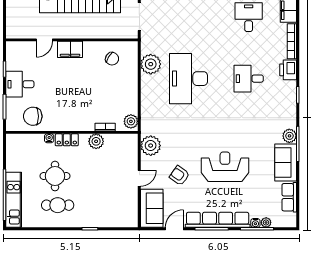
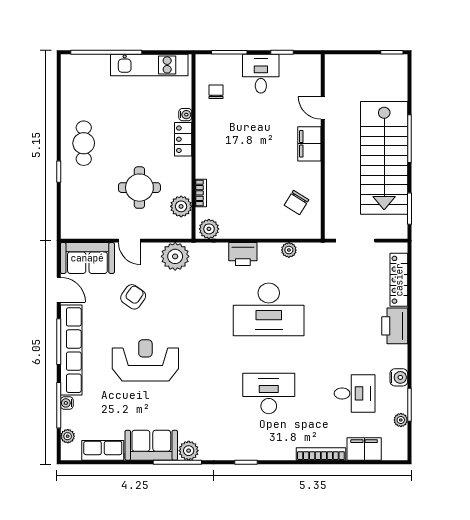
plant: (151, 64) -> (289, 250), width x0.53, depth x0.53
printer: (288, 70) -> (243, 254), moved, turned 180
desk: (188, 79) -> (269, 309), turned 180
desk: (249, 79) -> (269, 393), width x1.37
chair: (33, 116) -> (216, 92), width x0.54, depth x0.54
plant: (96, 141) -> (181, 206), moved
reception desk: (225, 167) -> (145, 360), turned -90
round table: (55, 176) -> (139, 188), moved
kitchen unit: (14, 200) -> (149, 65), moved
cafe table: (58, 205) -> (84, 143), moved
plant: (266, 222) -> (68, 436), moved

